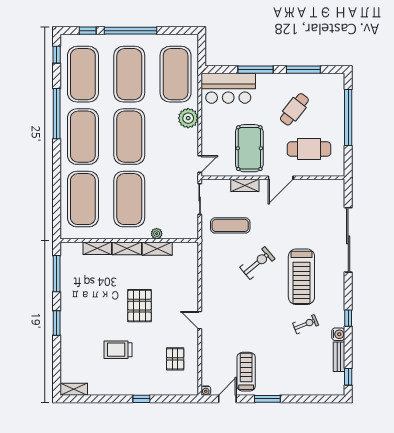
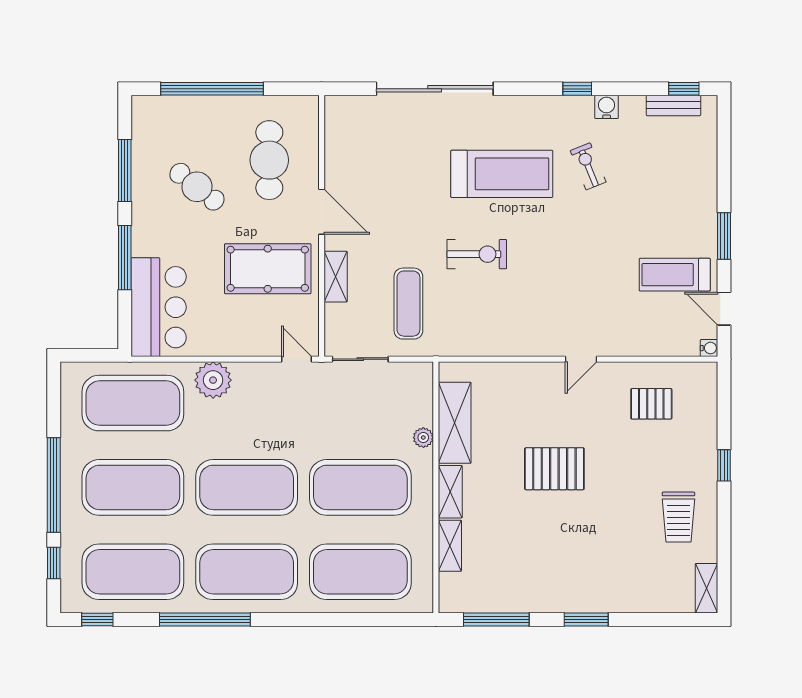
shelving: (157, 249) -> (455, 423), width x1.50, depth x1.33
exercise bike: (257, 263) -> (477, 254), turned 130
trolley: (118, 350) -> (678, 517), moved
bench: (339, 357) -> (673, 105), moved

